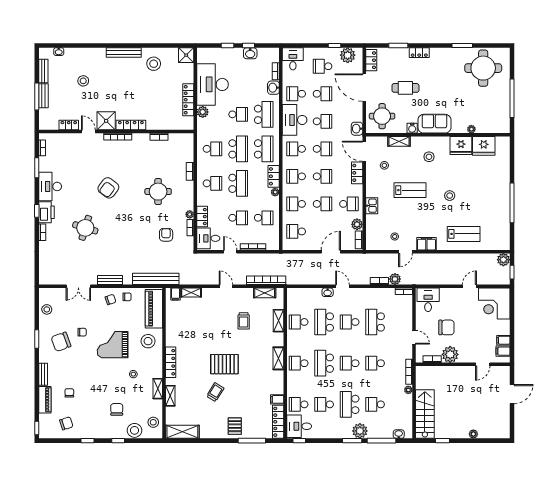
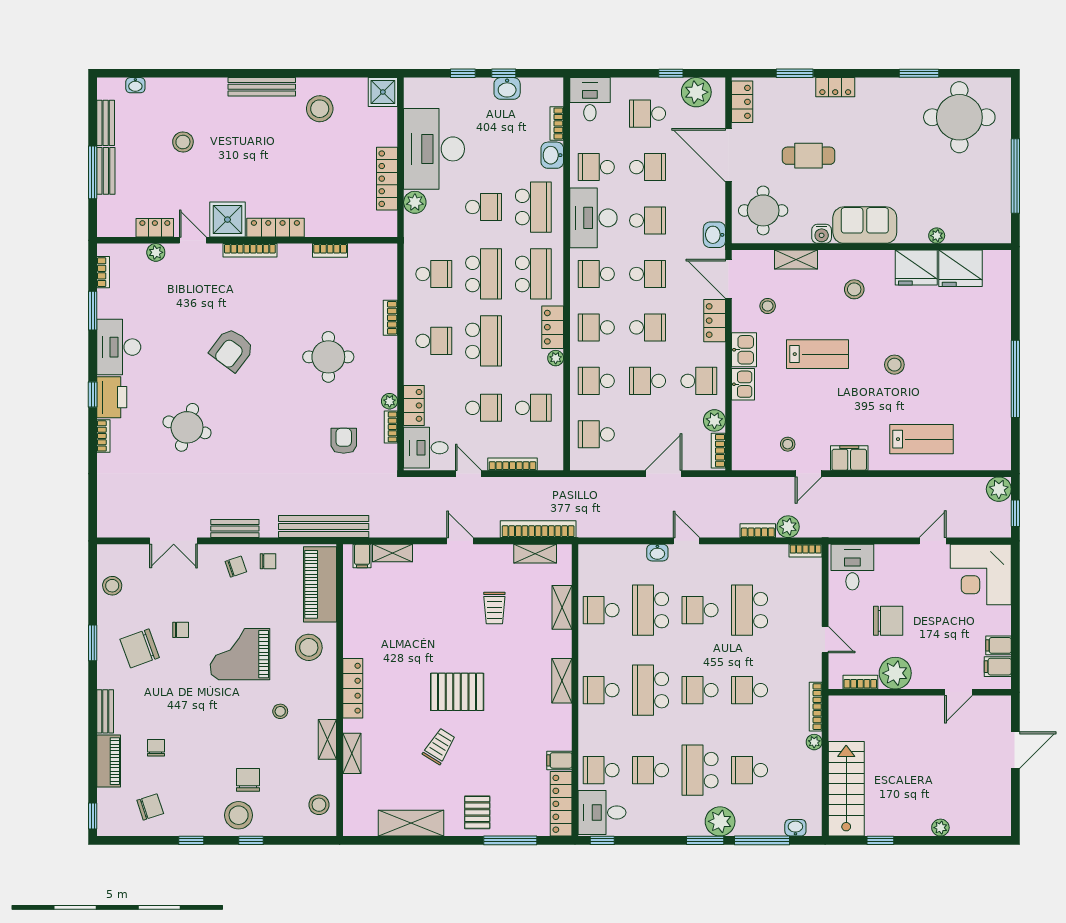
plant: (69, 138) -> (156, 252), added
kitchen sink: (372, 188) -> (744, 350), added
school desk: (323, 204) -> (648, 381), turned 180
stool: (135, 430) -> (239, 815), moved
shelving: (182, 432) -> (411, 823), moved

